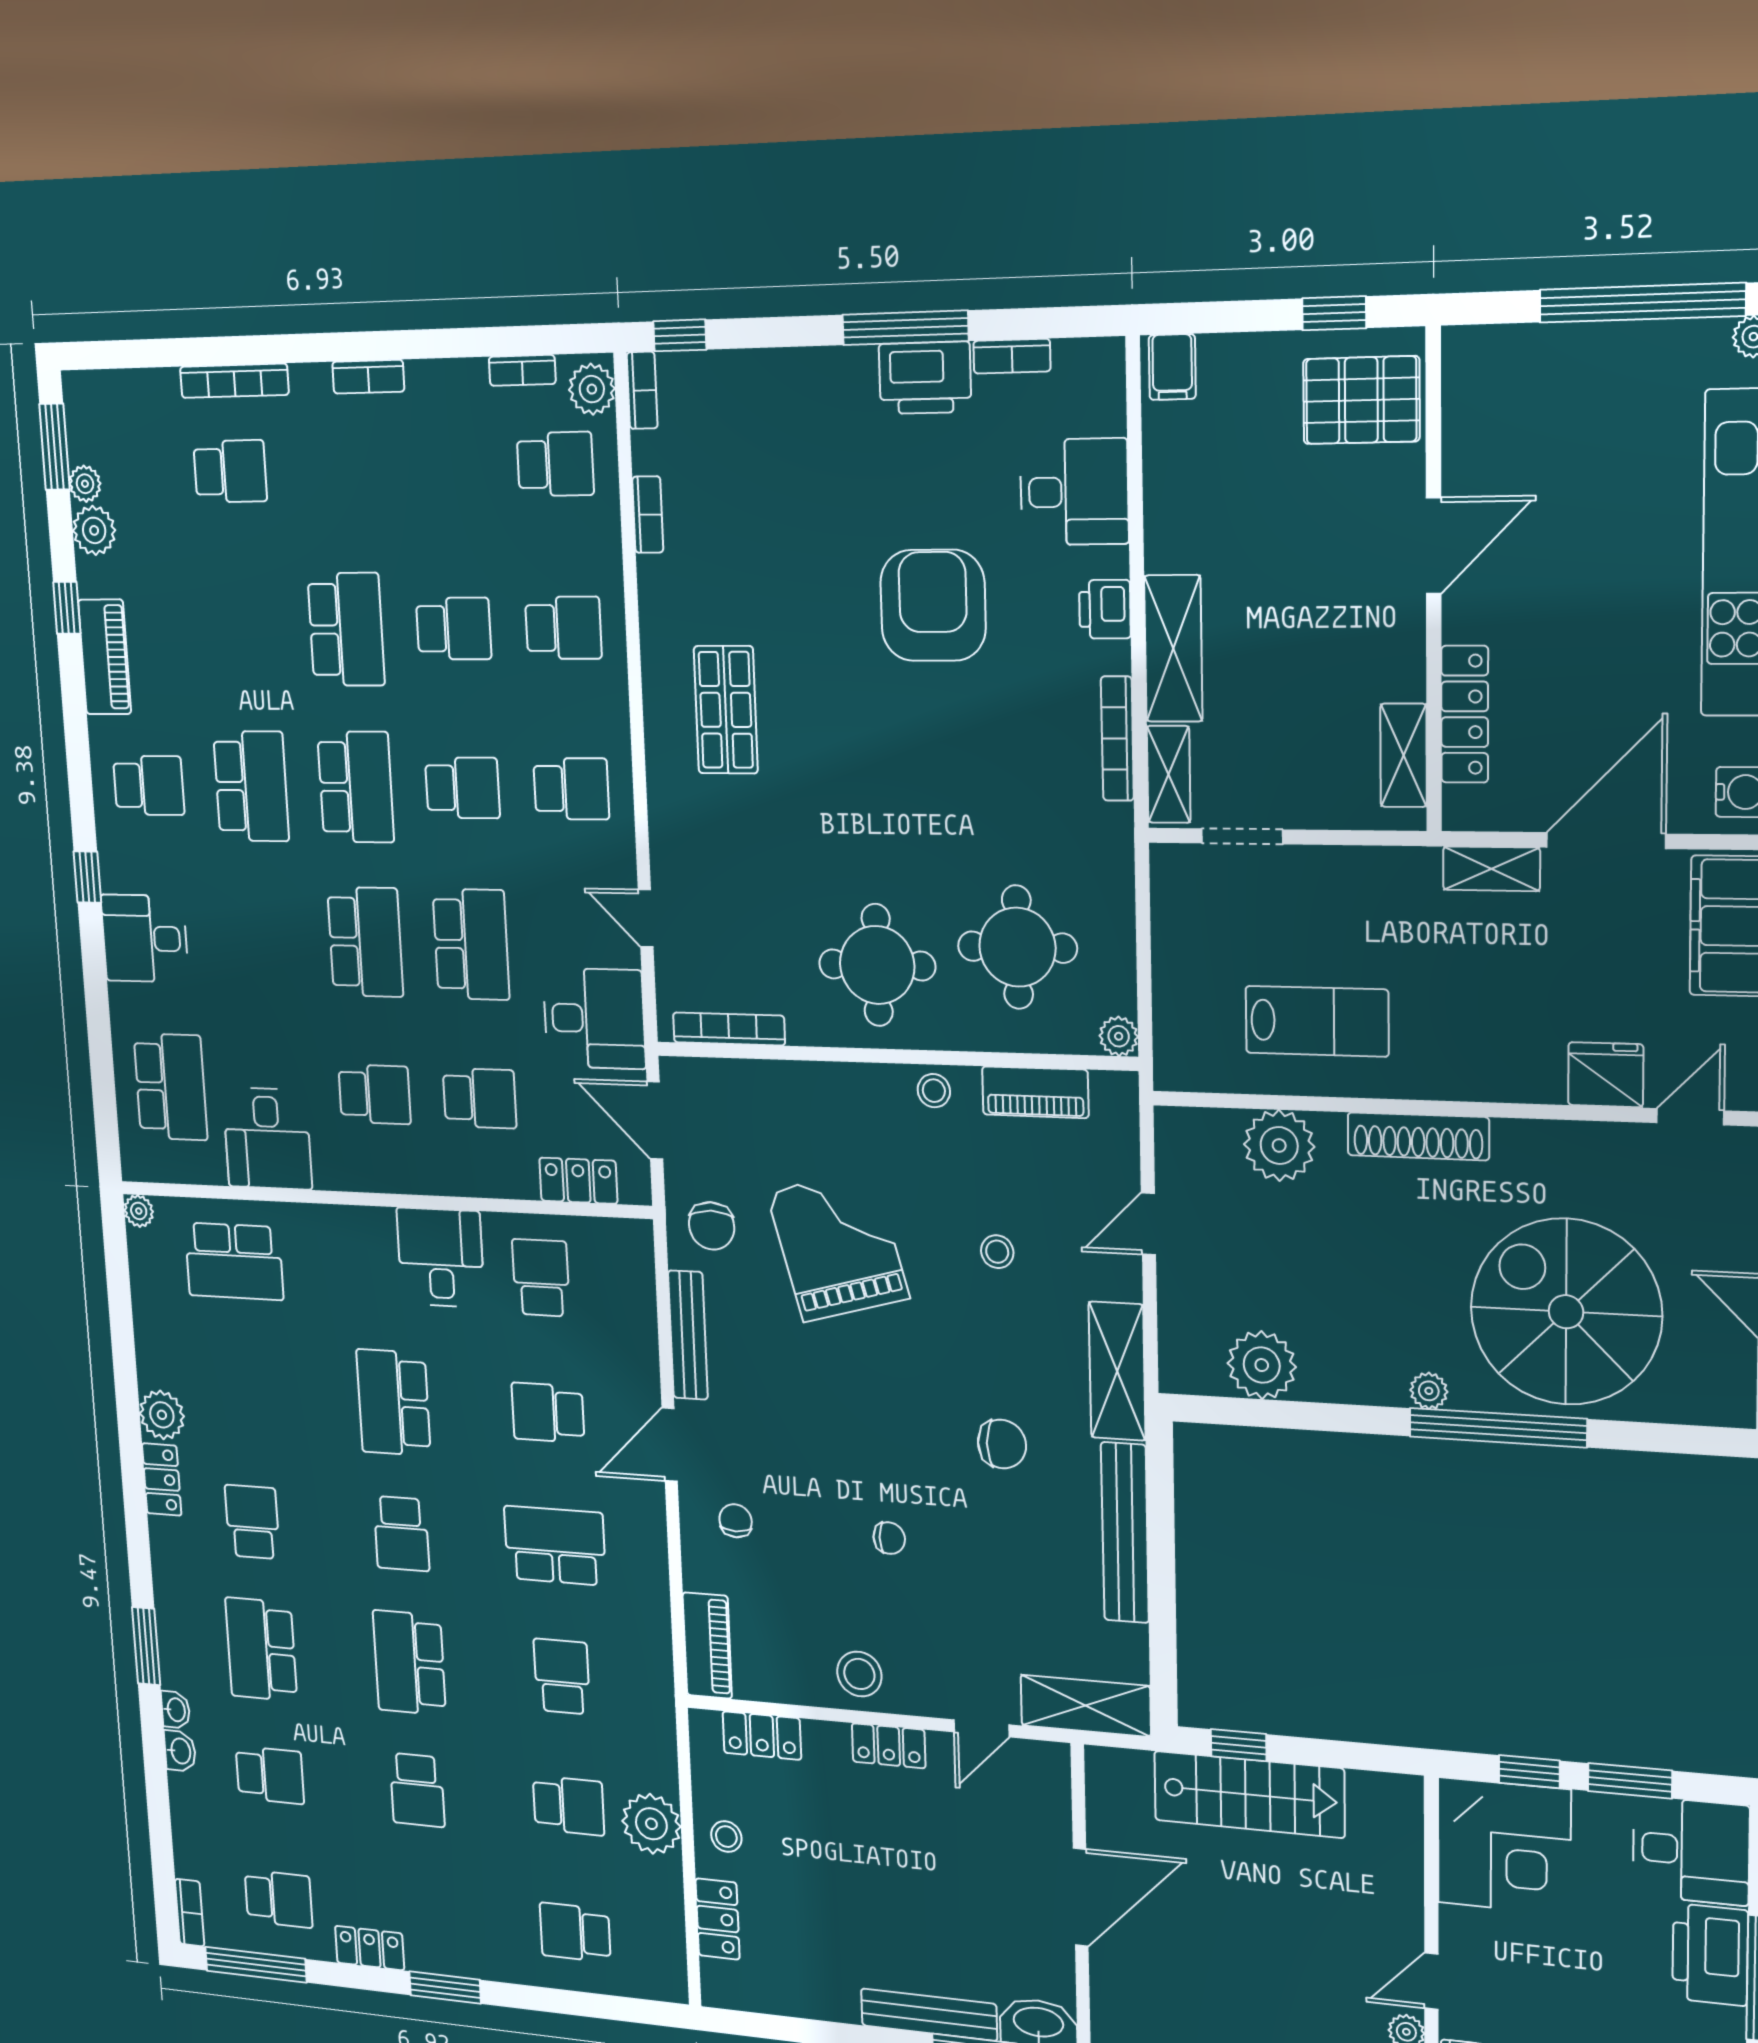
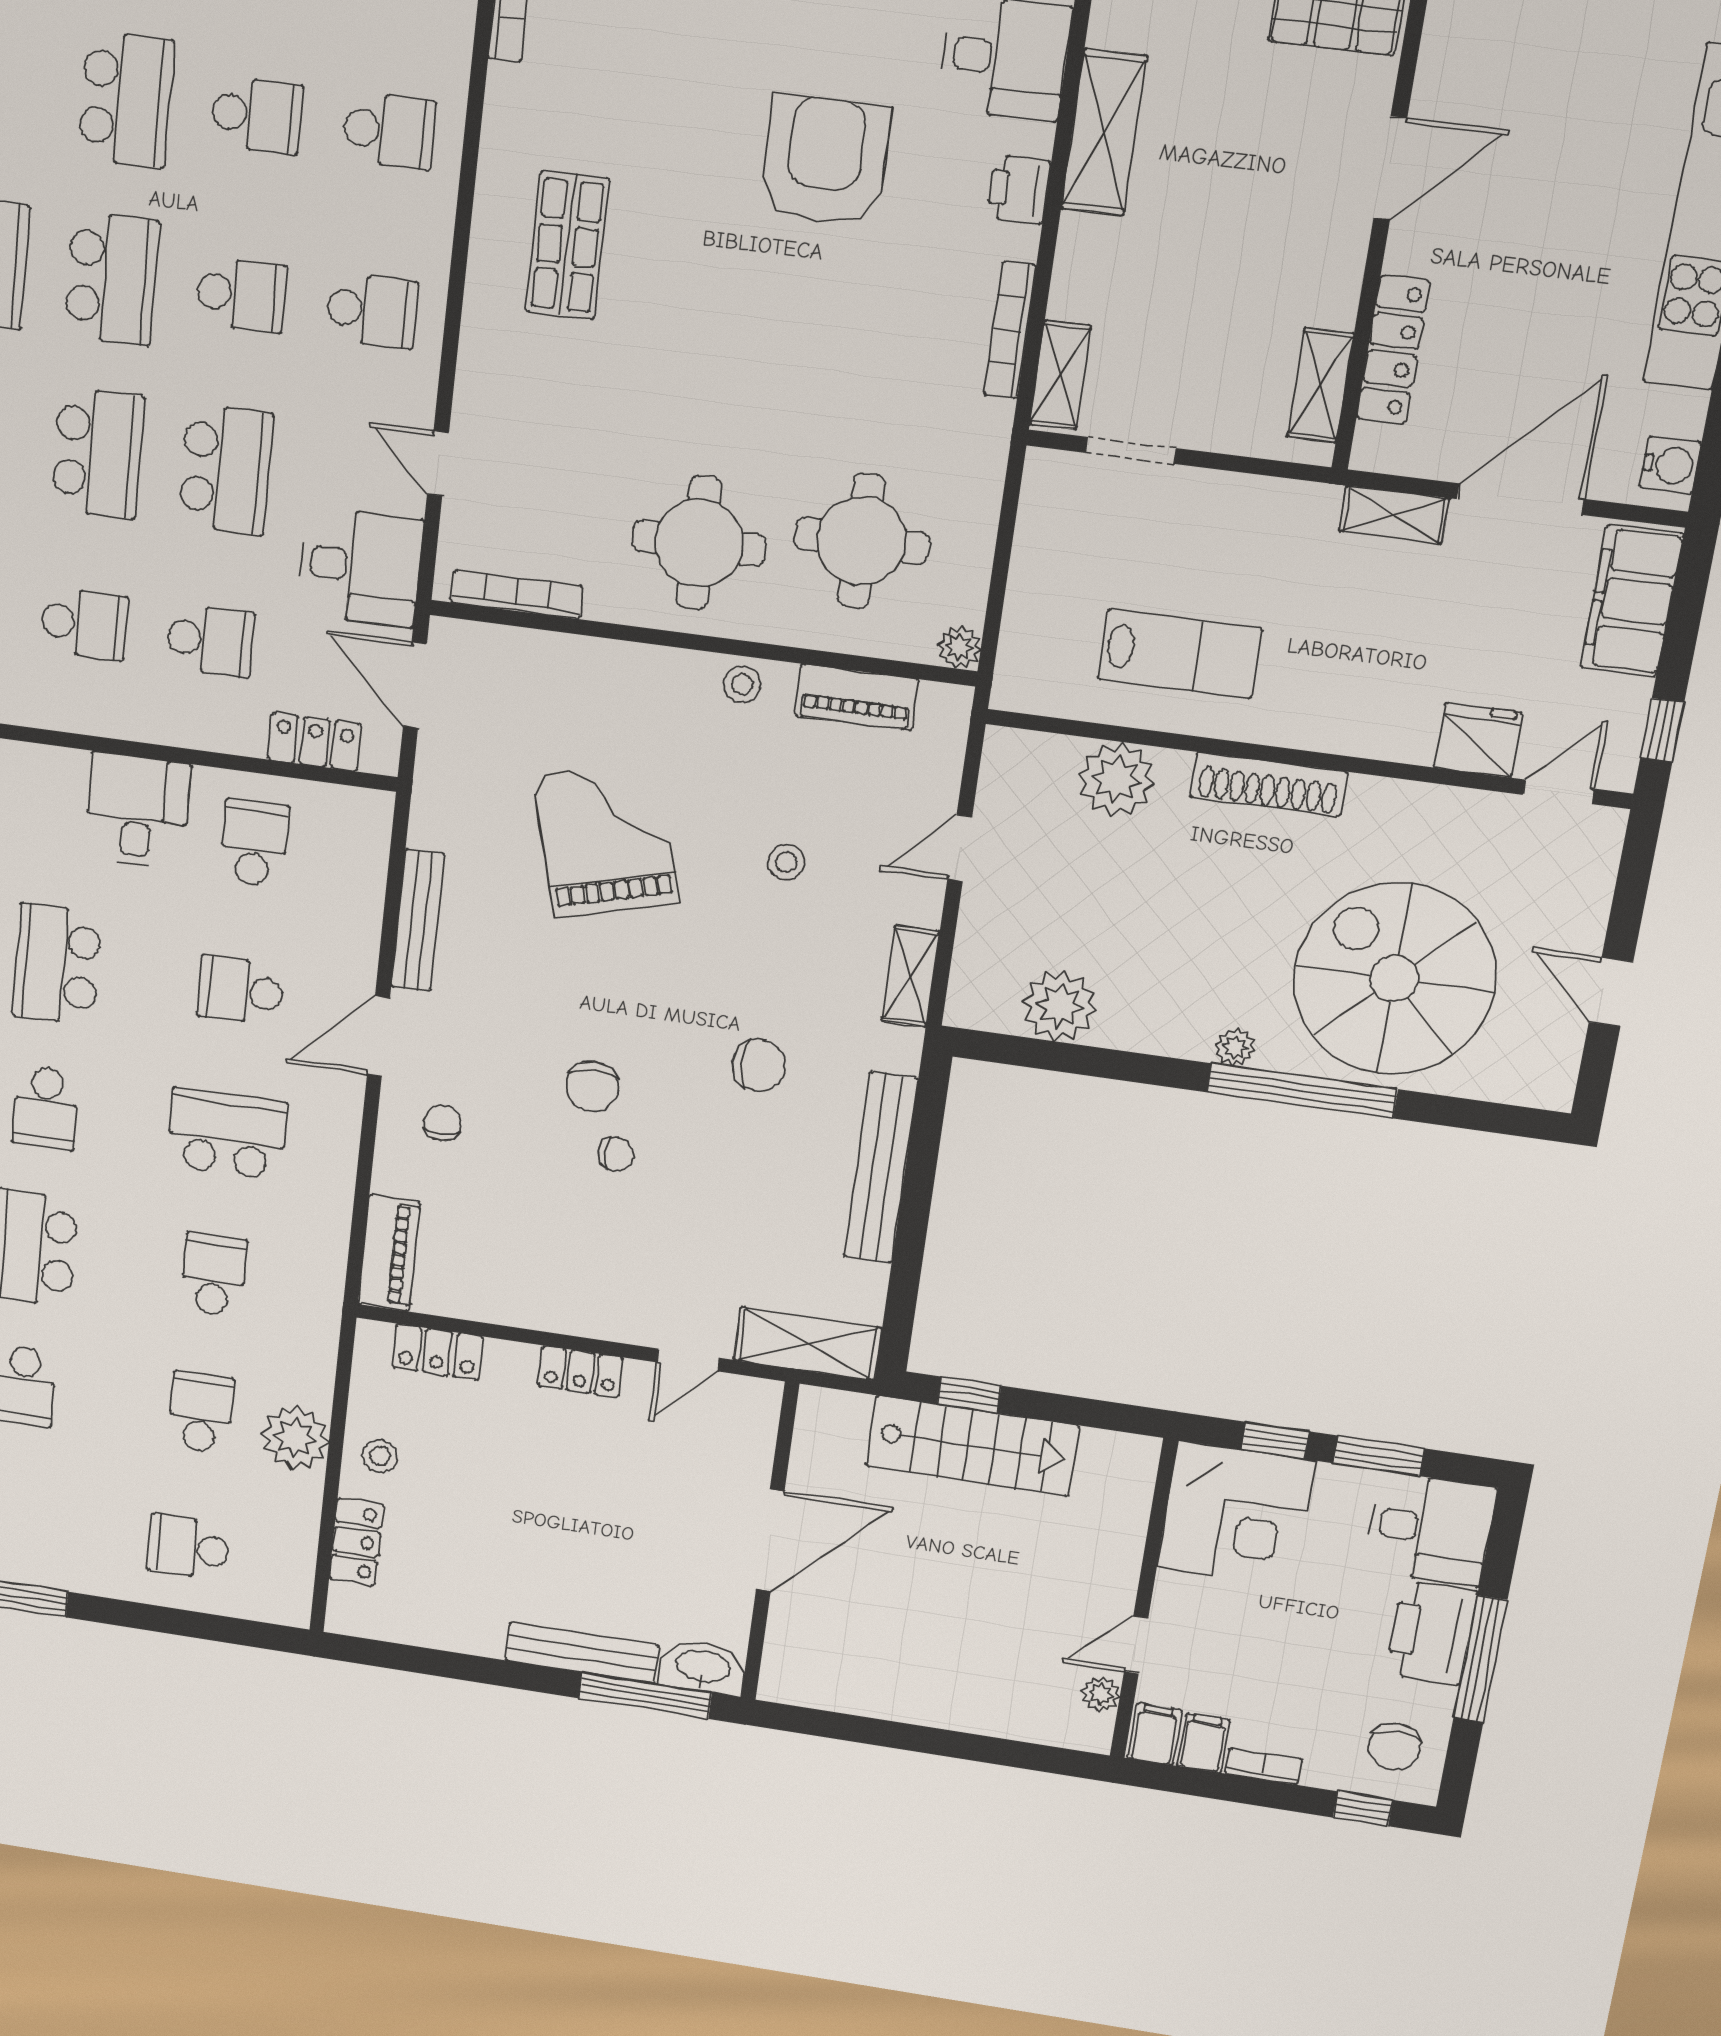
shelving: (1173, 649) -> (1104, 132), moved
chair: (712, 1226) -> (592, 1087), moved
shelving: (1117, 1371) -> (911, 976), width x0.67, depth x0.75
stool: (859, 1674) -> (559, 1295), removed
school desk: (569, 1806) -> (201, 1413), turned -90

